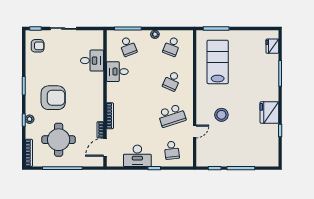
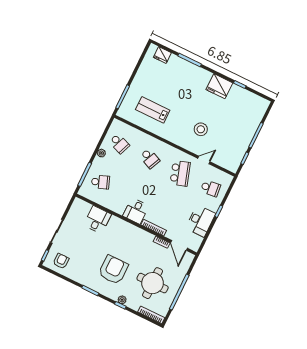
lab bench: (218, 62) -> (153, 110), width x0.73, depth x0.72
desk: (117, 72) -> (136, 211), moved
door: (195, 131) -> (204, 160), hinge flipped

